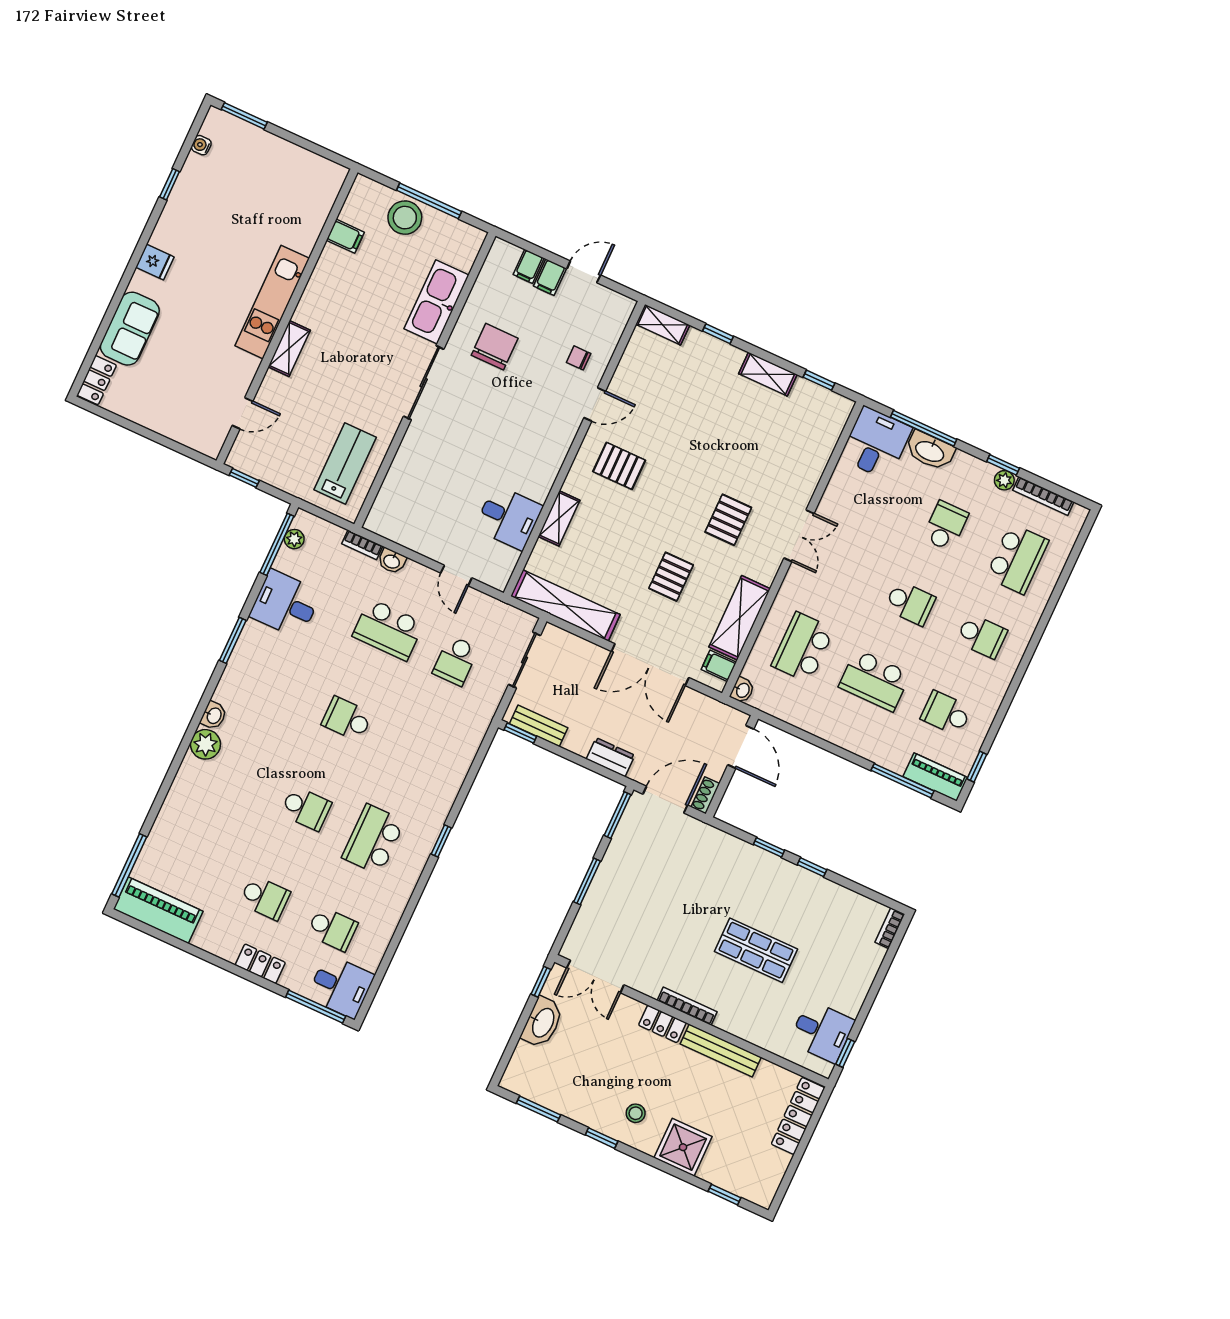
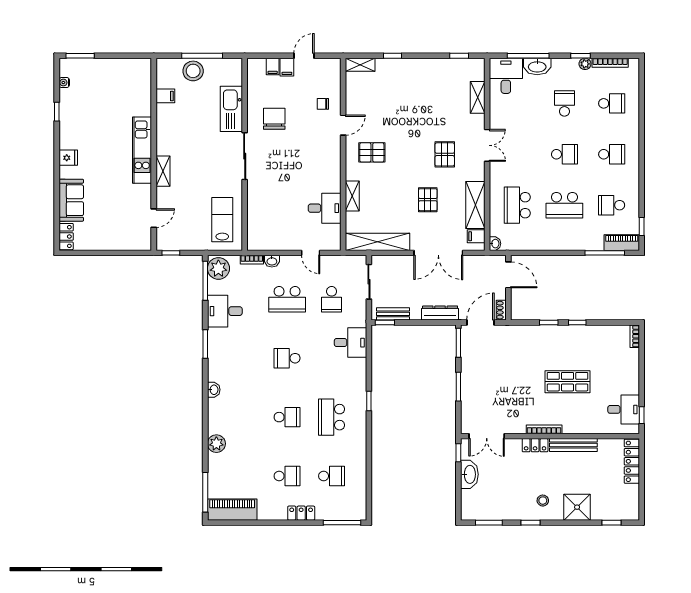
shelving: (768, 374) -> (478, 97), moved, turned 90
plant: (294, 539) -> (218, 268), width x1.88, depth x1.88
school desk: (1017, 559) -> (612, 103), width x0.54
plant: (205, 744) -> (216, 444), moved
dresser: (611, 757) -> (440, 313), width x1.44
desk: (341, 986) -> (351, 343), moved

